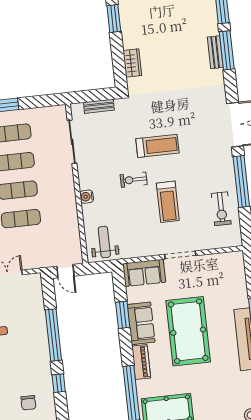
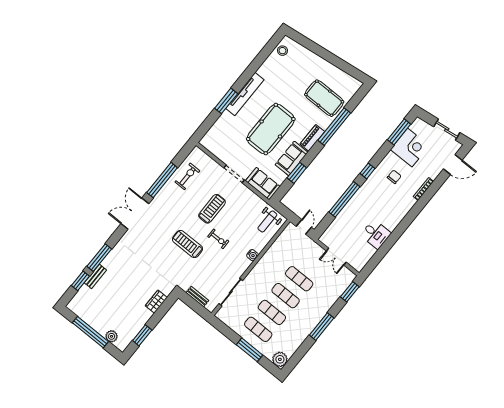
bench: (215, 52) -> (95, 276), moved

